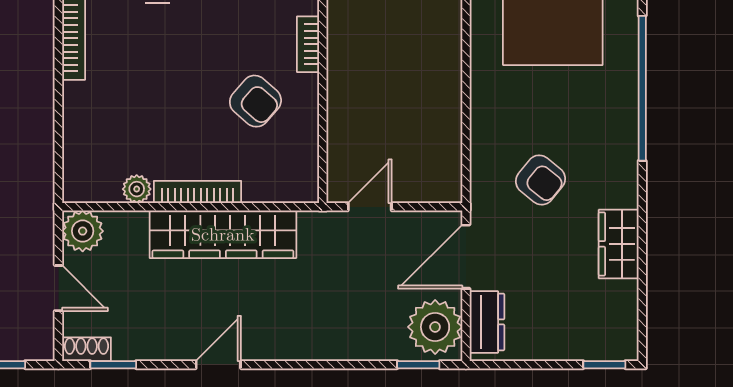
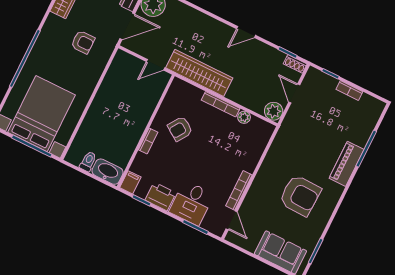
armchair: (255, 101) -> (180, 129), turned -97
armchair: (541, 180) -> (83, 42), turned 141
wardrobe: (223, 234) -> (199, 73), moved

